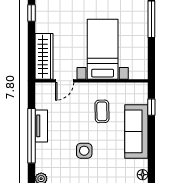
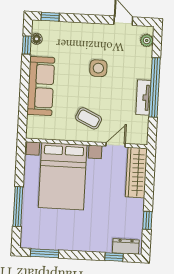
bed with nightstands: (103, 49) -> (63, 176), width x1.36
window: (151, 107) -> (27, 45), moved
coffee table: (102, 111) -> (89, 118), moved, turned -64

